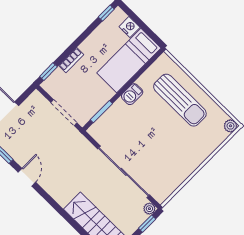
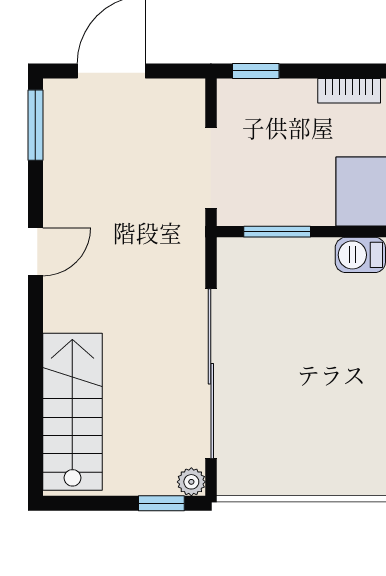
bookcase: (71, 60) -> (349, 91), moved
door: (27, 177) -> (35, 252), moved

